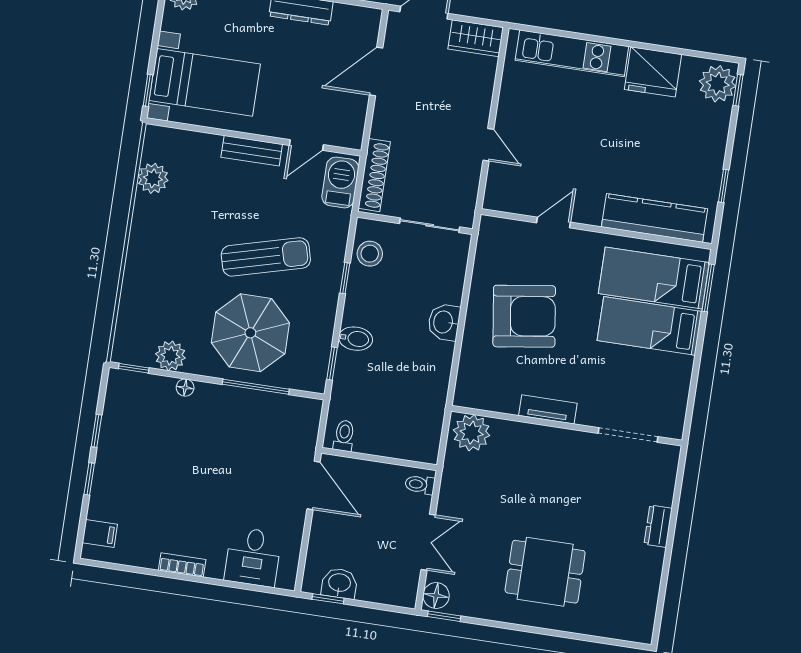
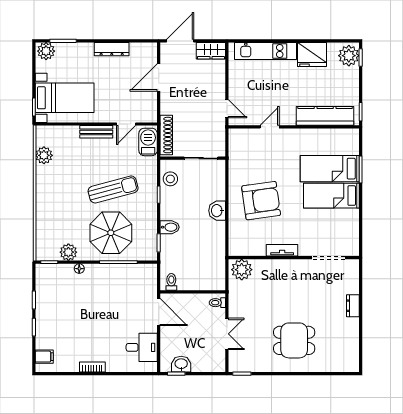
kitchen counter: (655, 218) -> (325, 116), moved
door: (554, 223) -> (270, 127), moved
wall: (596, 229) -> (294, 127), moved
desk: (253, 557) -> (142, 347), moved, turned -90
floor lamp: (436, 596) -> (236, 363), removed

